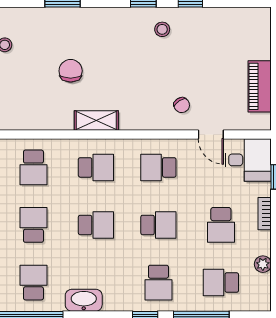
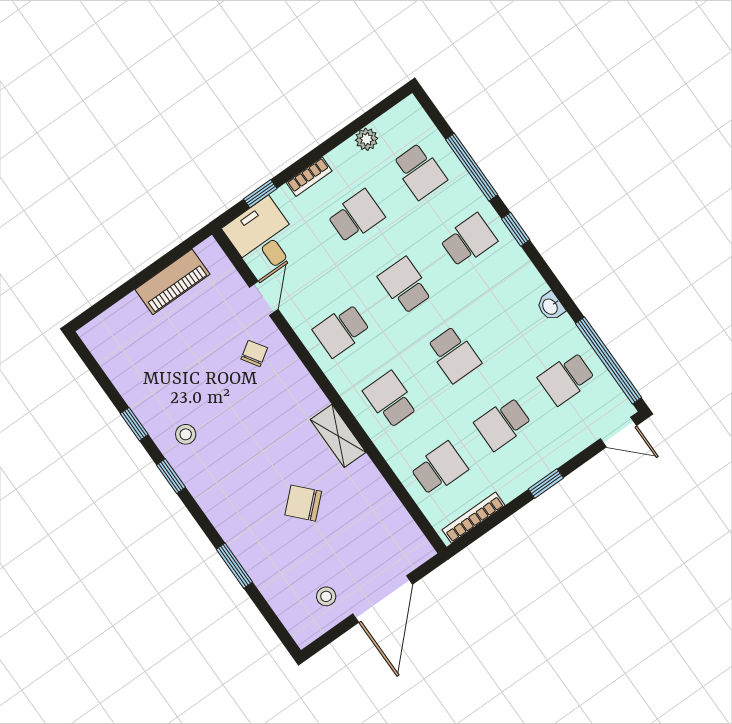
chair: (71, 71) -> (303, 503), turned 47
school desk: (158, 167) -> (341, 330), turned 90
school desk: (96, 225) -> (454, 354), turned 180
washbasin: (84, 300) -> (550, 306), width x0.52, depth x0.69

